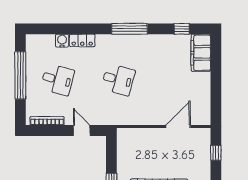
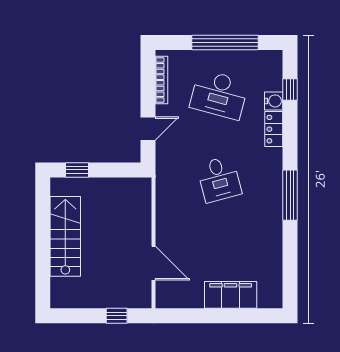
window: (182, 29) -> (290, 89), moved
filing cabinet: (201, 53) -> (231, 295), moved
desk: (57, 80) -> (219, 95), width x1.37
desk: (118, 80) -> (219, 179), turned -30

